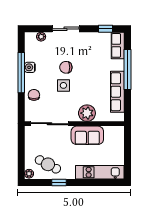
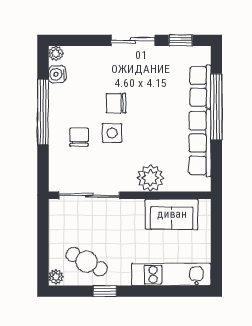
sliding door: (66, 29) -> (133, 40), moved
plant: (41, 37) -> (56, 53), moved
row of seats: (118, 45) -> (200, 86), moved
water cooler: (30, 67) -> (57, 74), moved
chair: (34, 95) -> (79, 137), moved
sofa: (87, 135) -> (172, 214), moved

